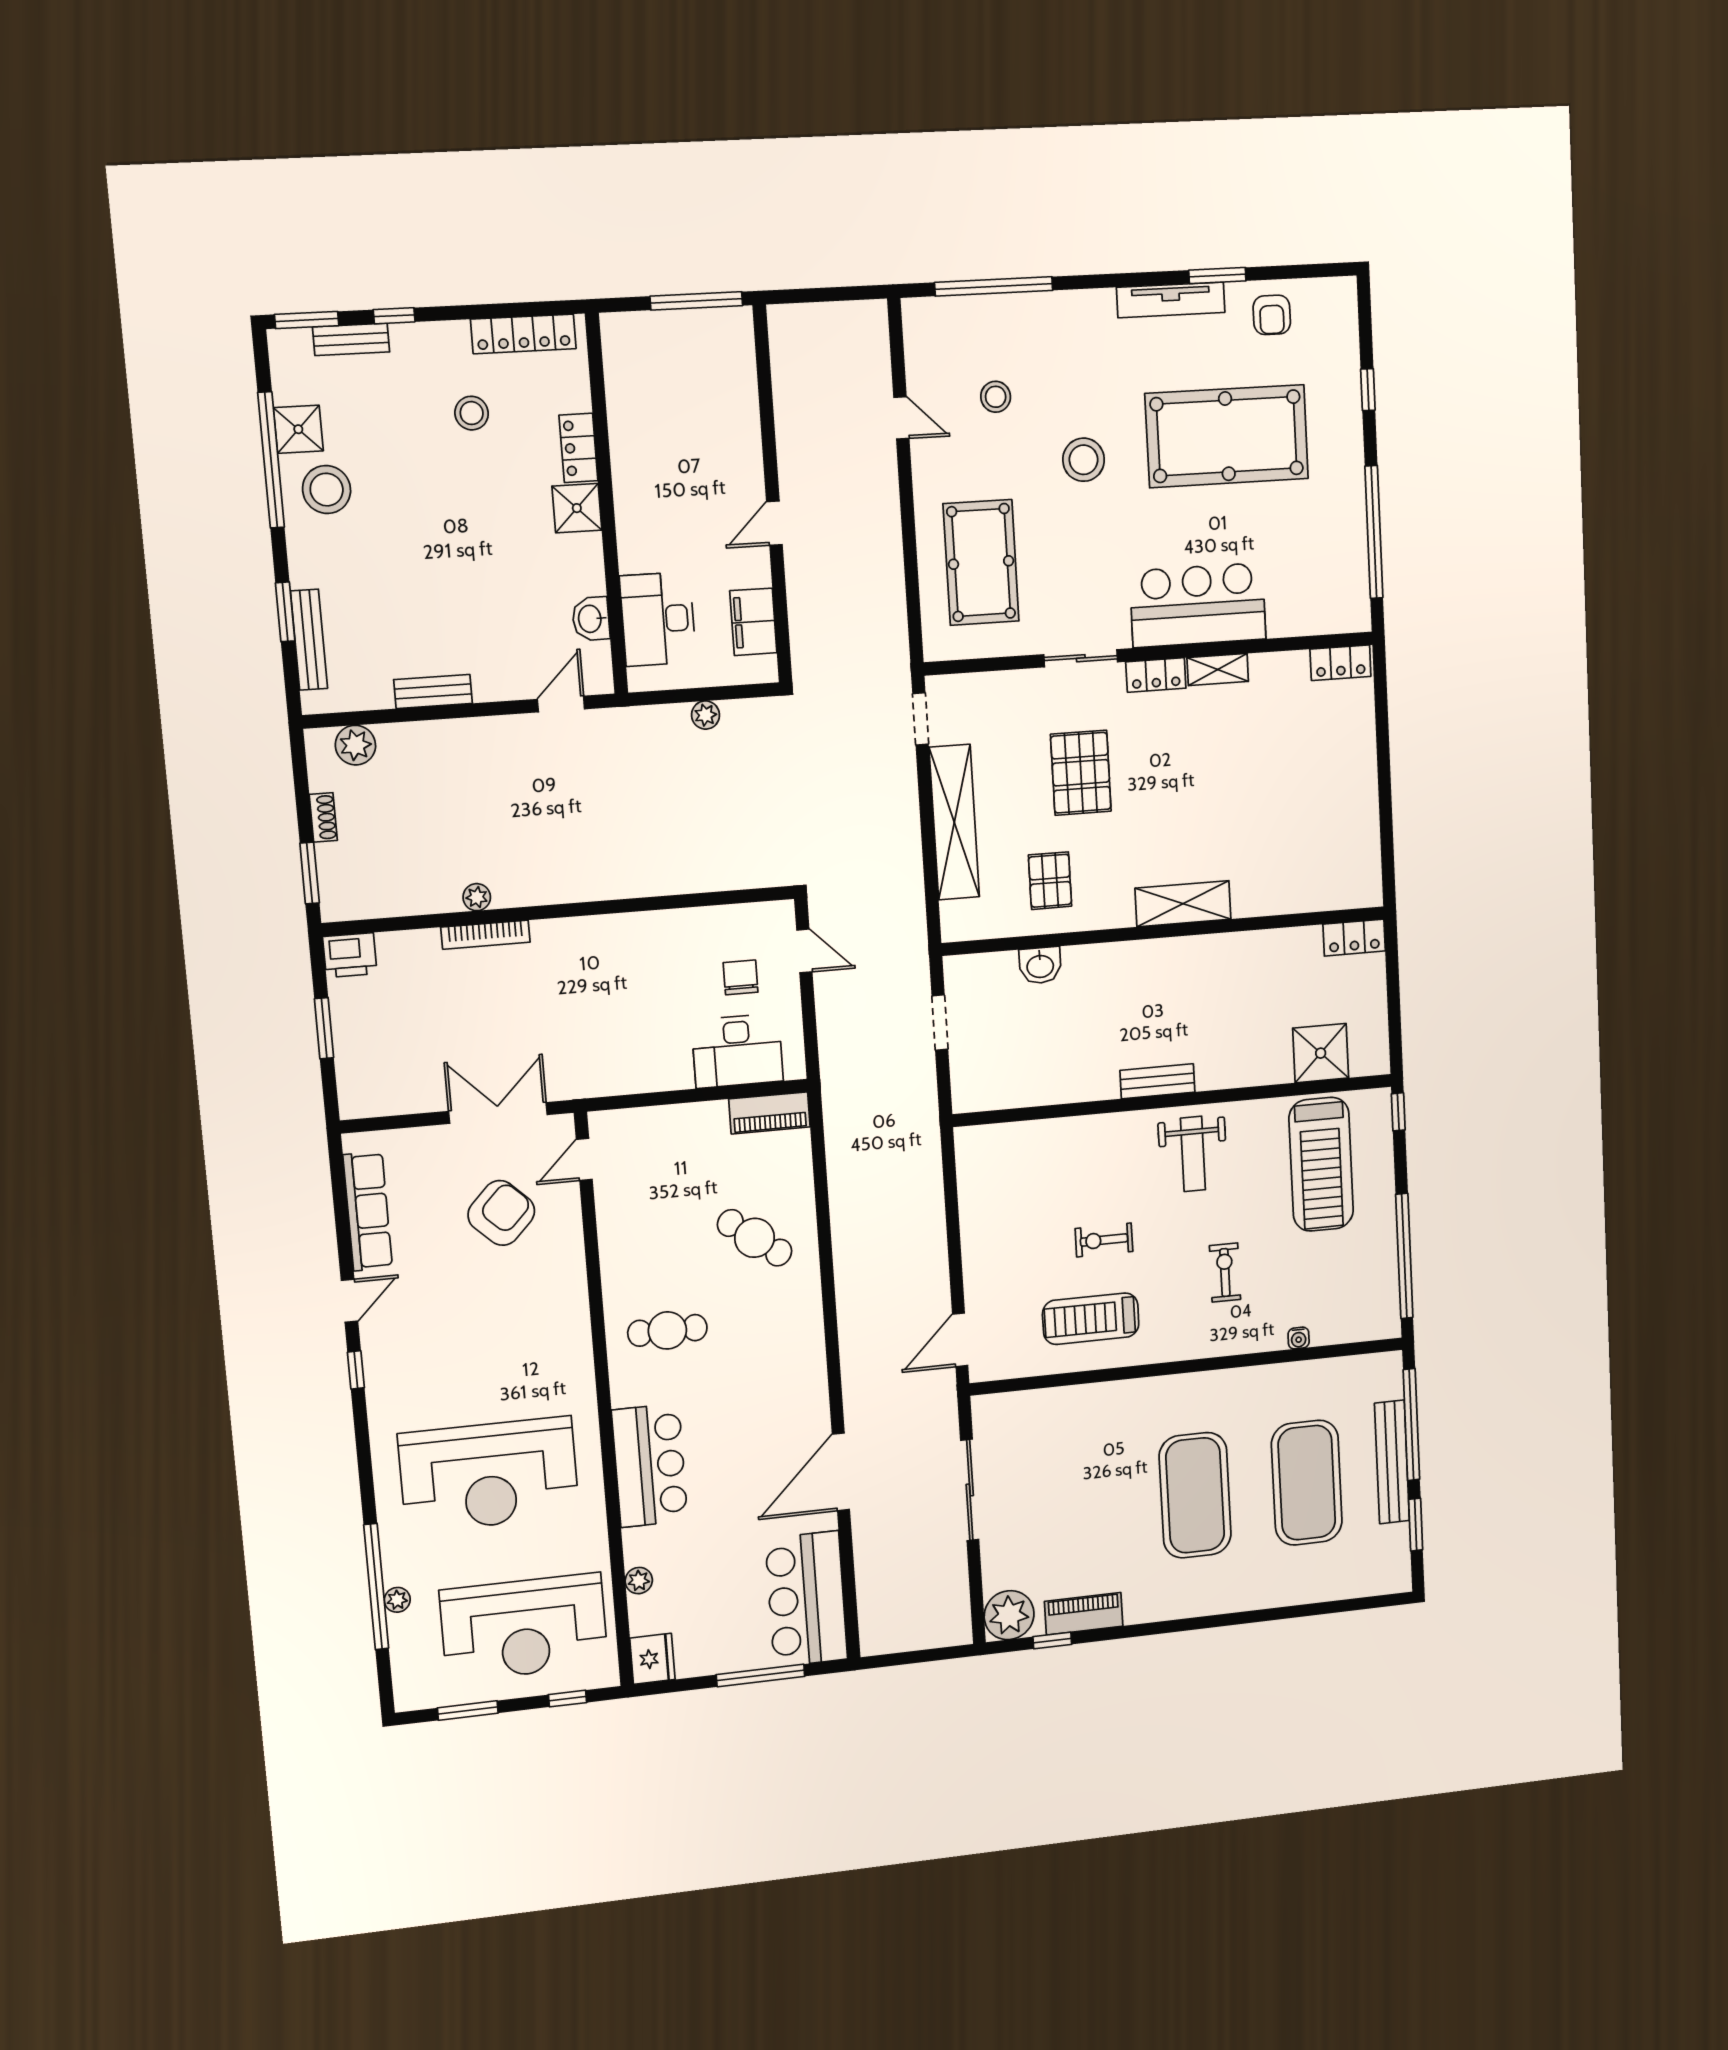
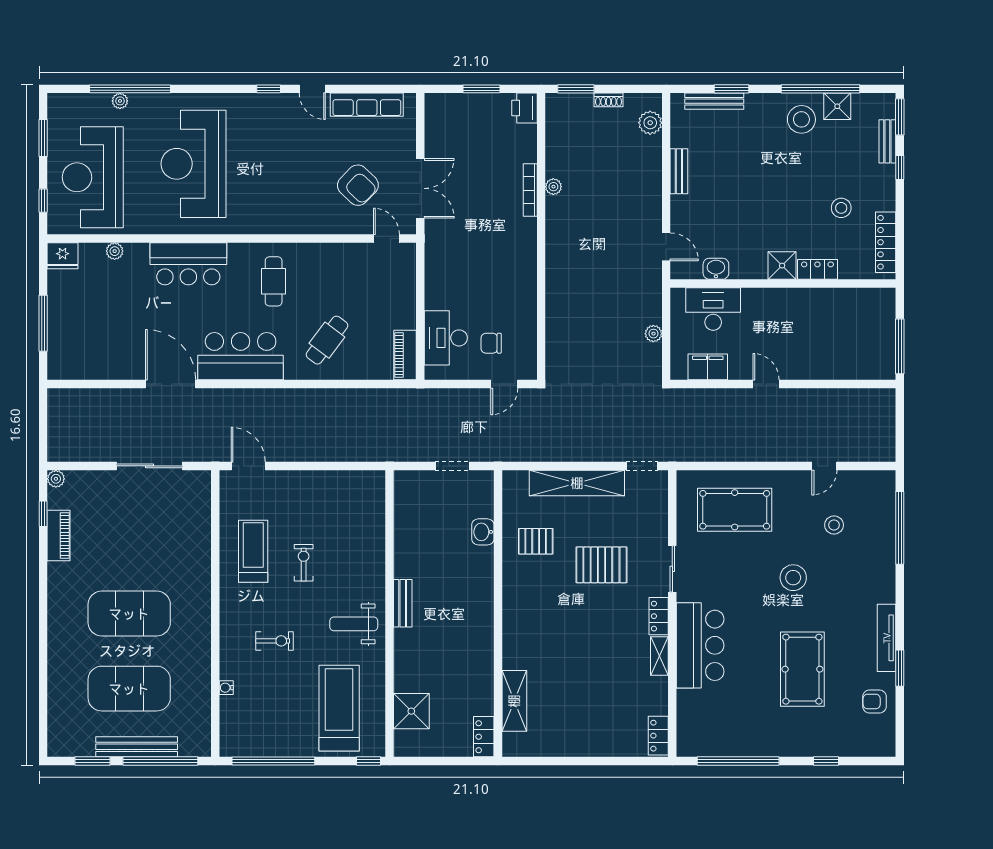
pool table: (1227, 436) -> (802, 669), width x0.73, depth x0.76
shelving: (1183, 904) -> (514, 701), moved
chair: (741, 977) -> (491, 343), turned 180
treadmill: (1321, 1164) -> (339, 708), turned 90
bar counter: (806, 1599) -> (241, 356), moved
plant: (1009, 1615) -> (56, 479), width x0.53, depth x0.53

